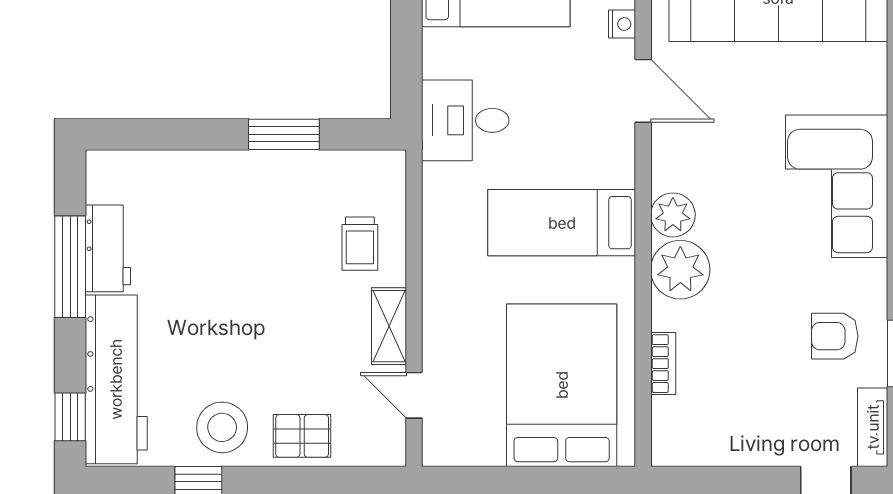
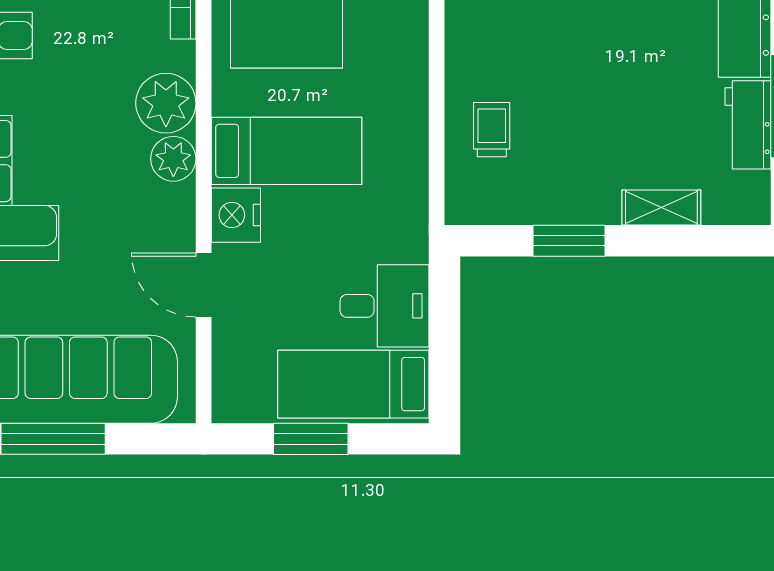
nightstand: (622, 24) -> (236, 215), moved, width x1.89, depth x1.79
desk: (465, 120) -> (385, 306), moved
shelving: (389, 326) -> (661, 208), moved, turned 90

